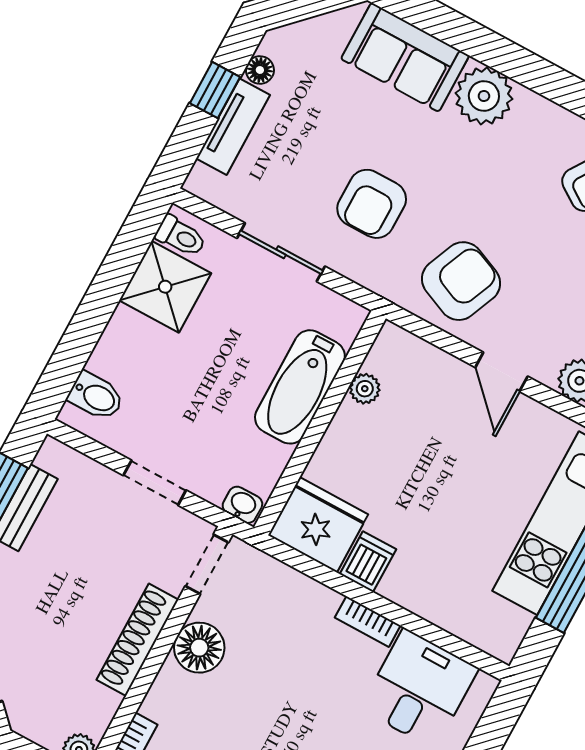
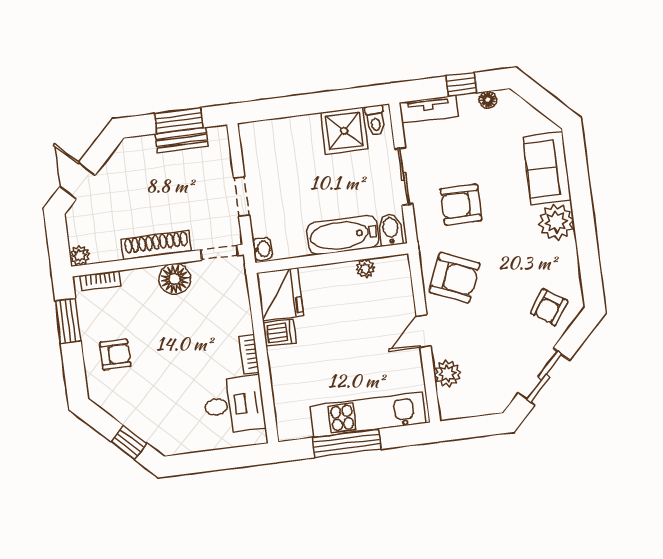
tv unit: (233, 127) -> (429, 109), moved
bidet: (96, 396) -> (391, 230), moved, turned 180

